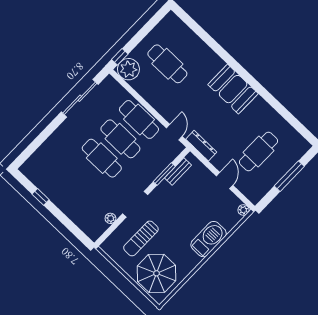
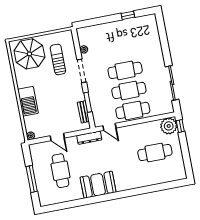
booth: (233, 89) -> (98, 185), moved

